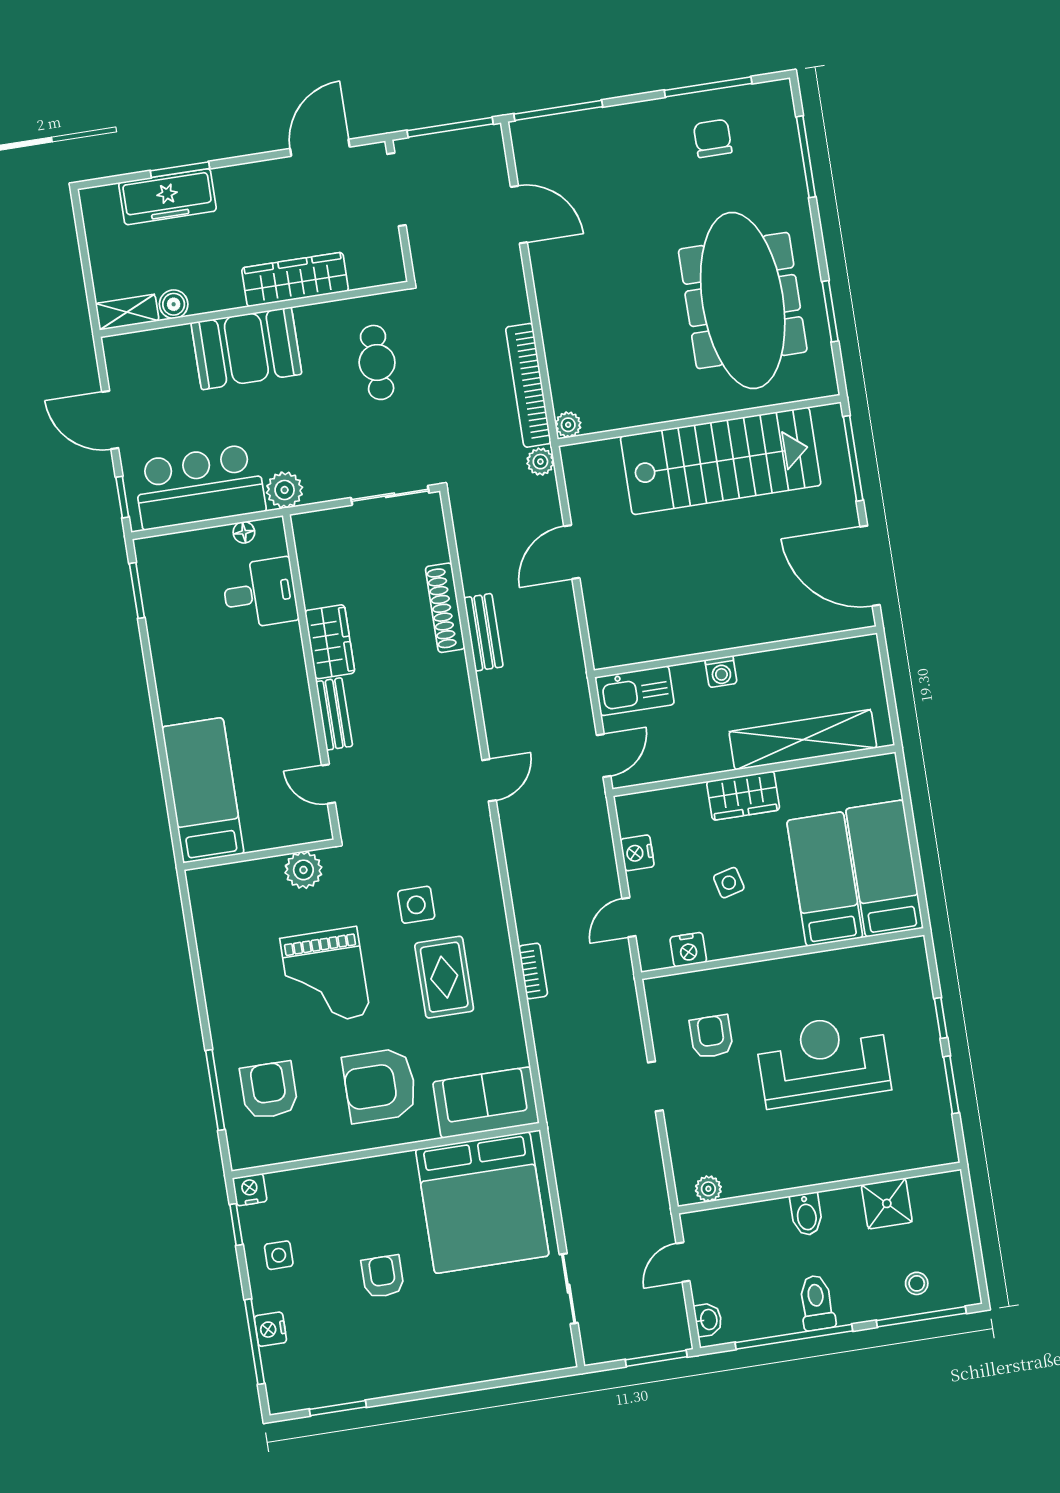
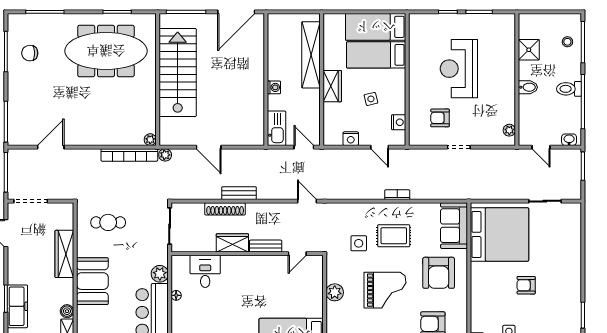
desk: (260, 593) -> (205, 271), moved
wardrobe: (330, 642) -> (232, 243), moved
wall: (312, 677) -> (247, 254), moved
bench: (334, 714) -> (266, 246), moved
door: (328, 784) -> (297, 254), moved

